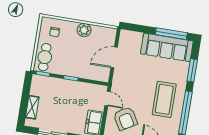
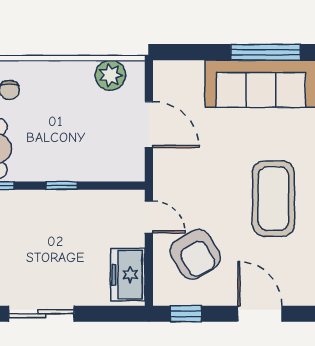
plant: (84, 30) -> (110, 75), moved
door: (114, 57) -> (149, 125), swing flipped

